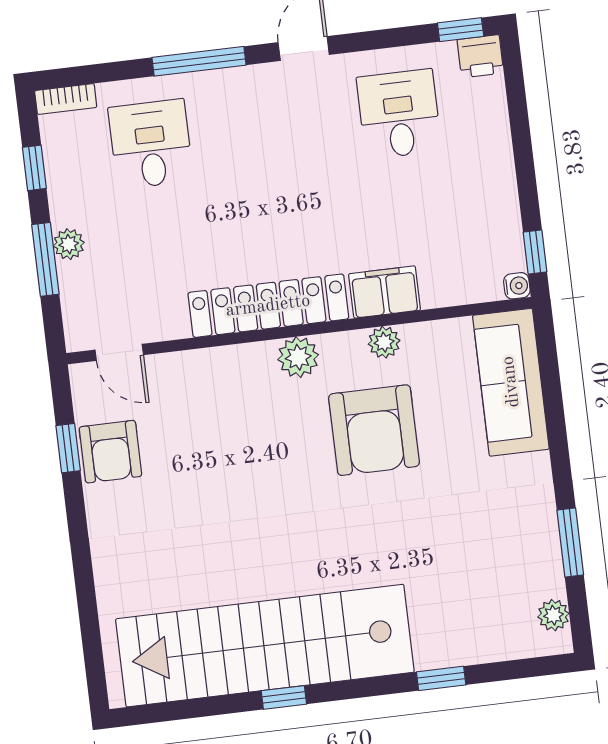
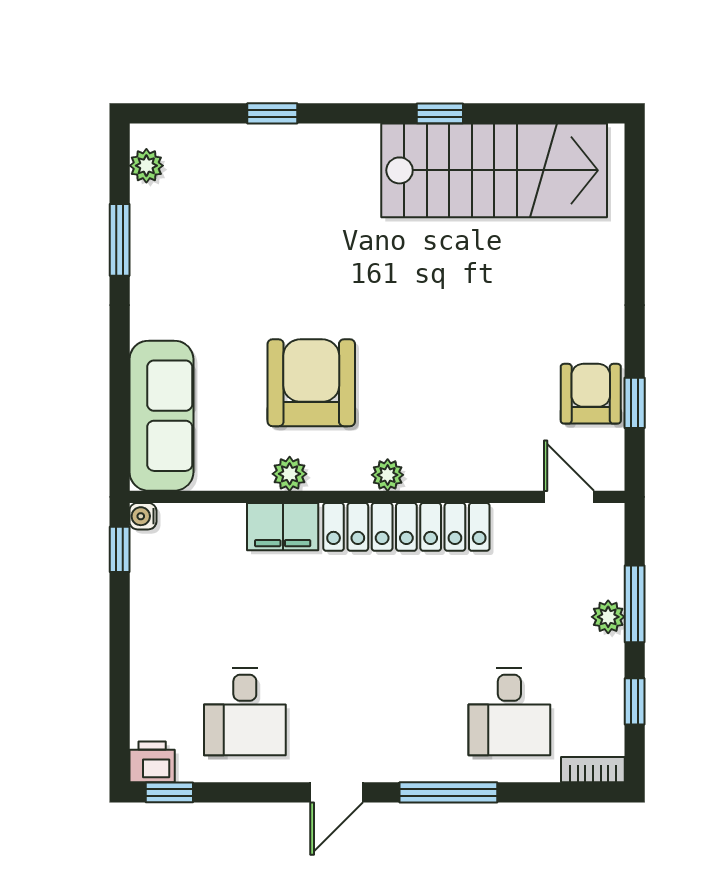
plant: (298, 357) -> (388, 475), width x0.73, depth x0.73
stairs: (265, 646) -> (494, 170), width x0.73

